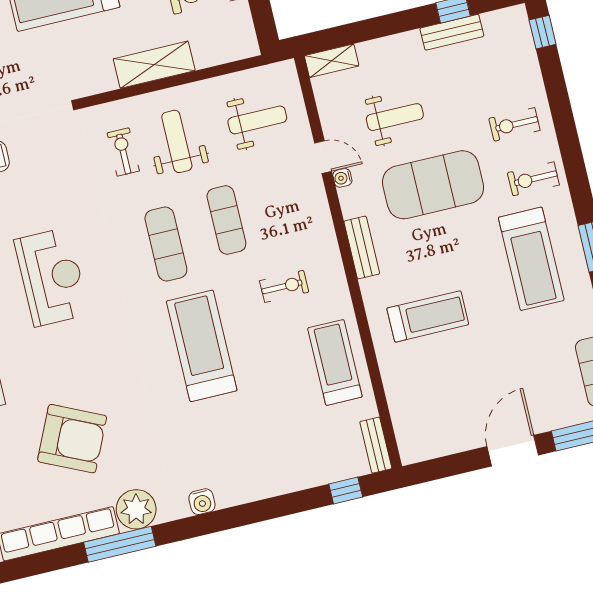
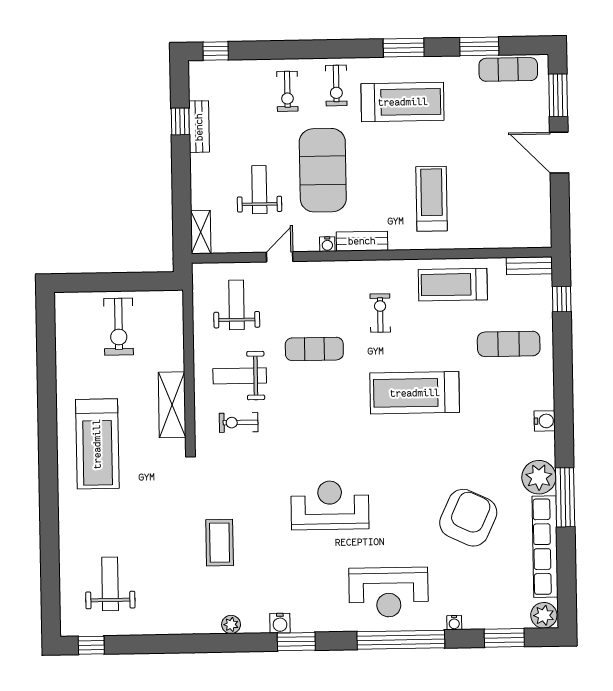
shelving: (154, 65) -> (172, 405), moved
water cooler: (342, 178) -> (327, 244), moved
exercise mat: (166, 244) -> (509, 344), moved

